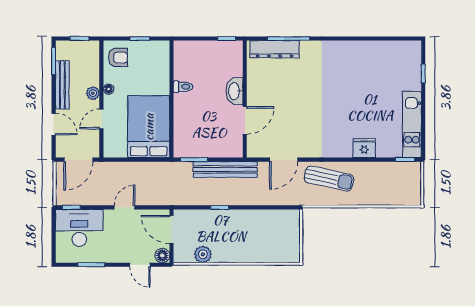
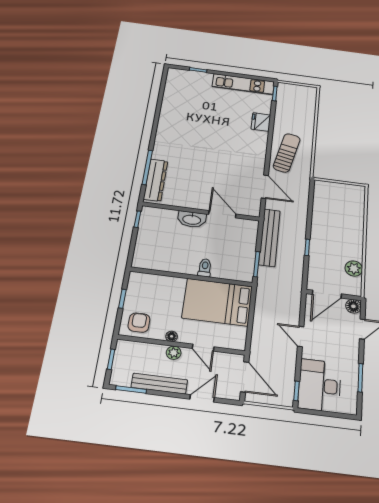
toilet: (183, 87) -> (205, 268), moved

